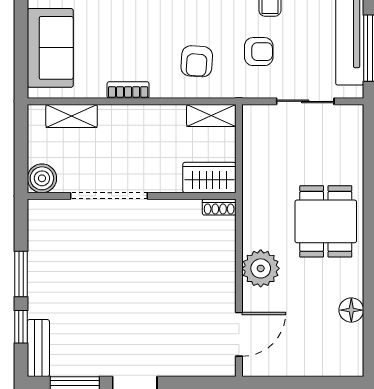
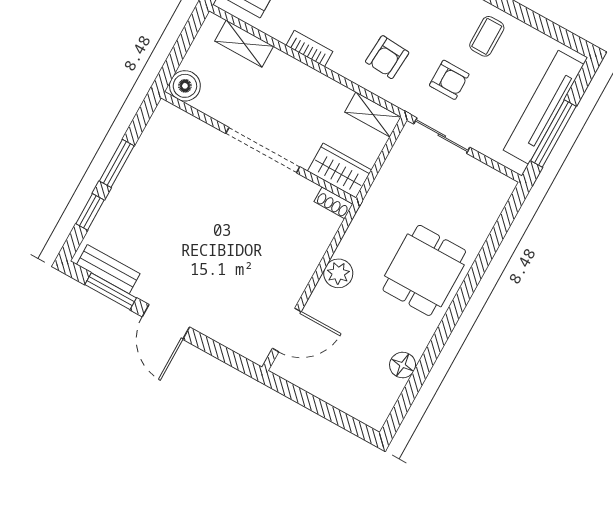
sliding door: (305, 101) -> (442, 136), moved
doorway: (109, 196) -> (263, 150), moved
plant: (261, 268) -> (338, 273), width x0.73, depth x0.73
bench: (38, 348) -> (108, 269), moved, turned 90

